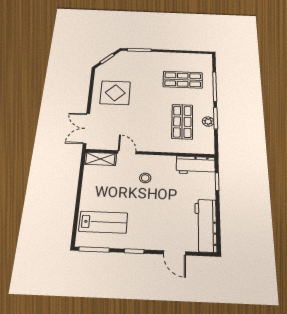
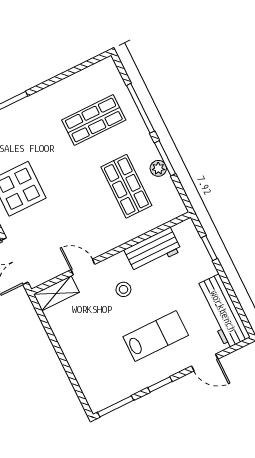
workbench: (196, 165) -> (153, 250), moved
lab bench: (103, 222) -> (156, 336), moved

